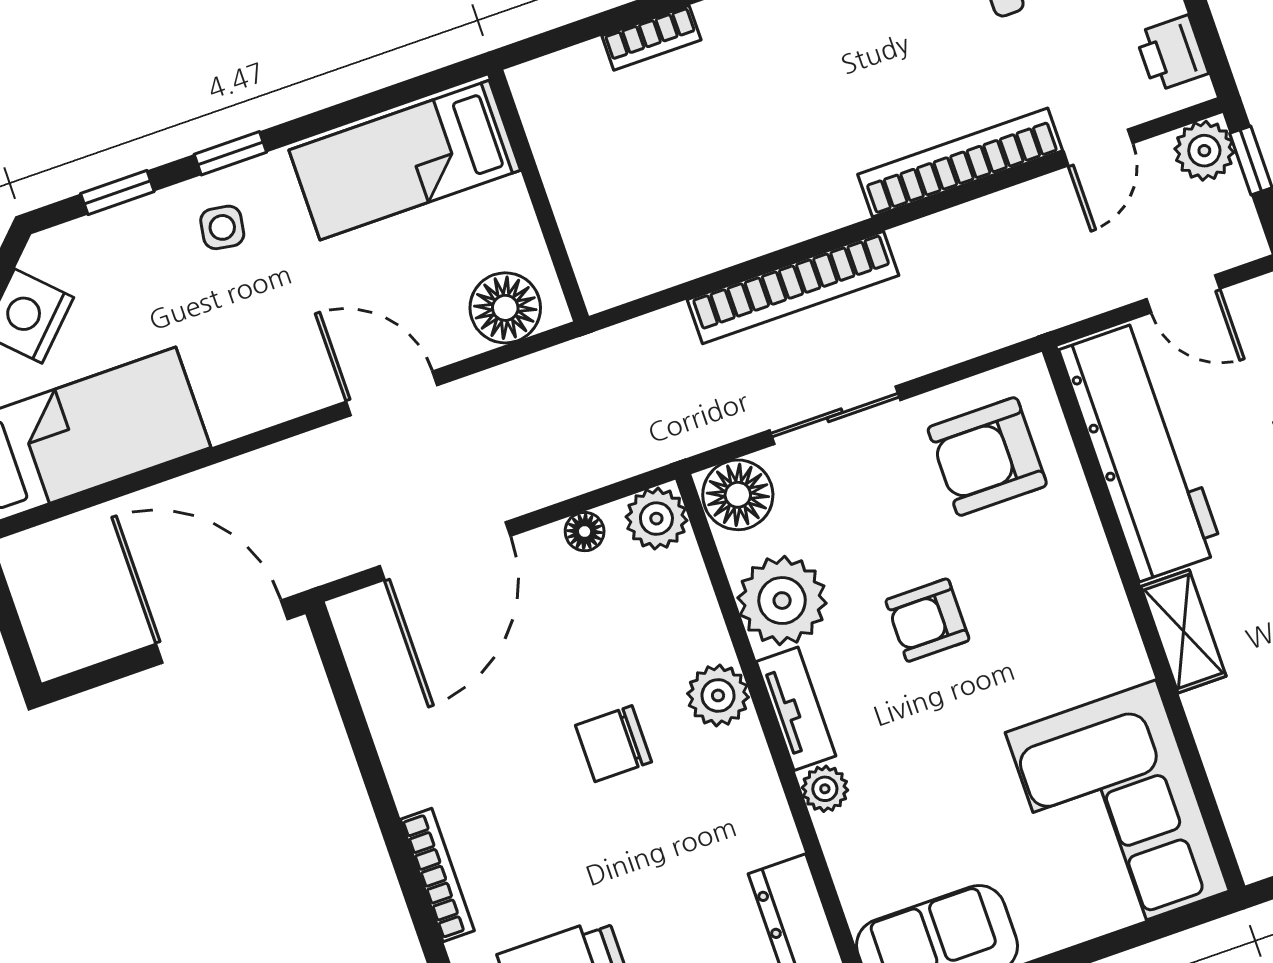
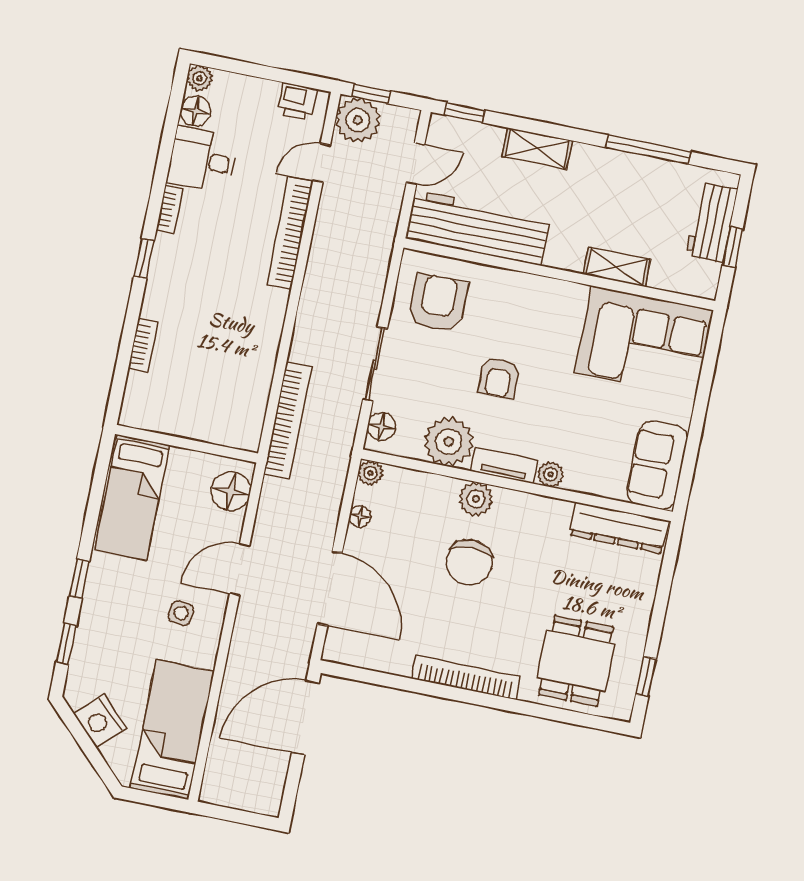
door: (1098, 147) -> (322, 163), swing flipped
plant: (1204, 151) -> (358, 120), width x1.36, depth x1.36
side table: (222, 227) -> (181, 613), moved
bookcase: (793, 287) -> (288, 421), moved
armchair: (987, 457) -> (438, 303), turned 180
floor lamp: (738, 495) -> (382, 427), width x0.73, depth x0.73
plant: (656, 519) -> (370, 473), width x0.73, depth x0.73
shelving: (1184, 631) -> (617, 267), moved
chair: (613, 744) -> (469, 562), width x1.37, depth x1.37
bookcase: (437, 875) -> (466, 677), width x1.48, depth x1.31

